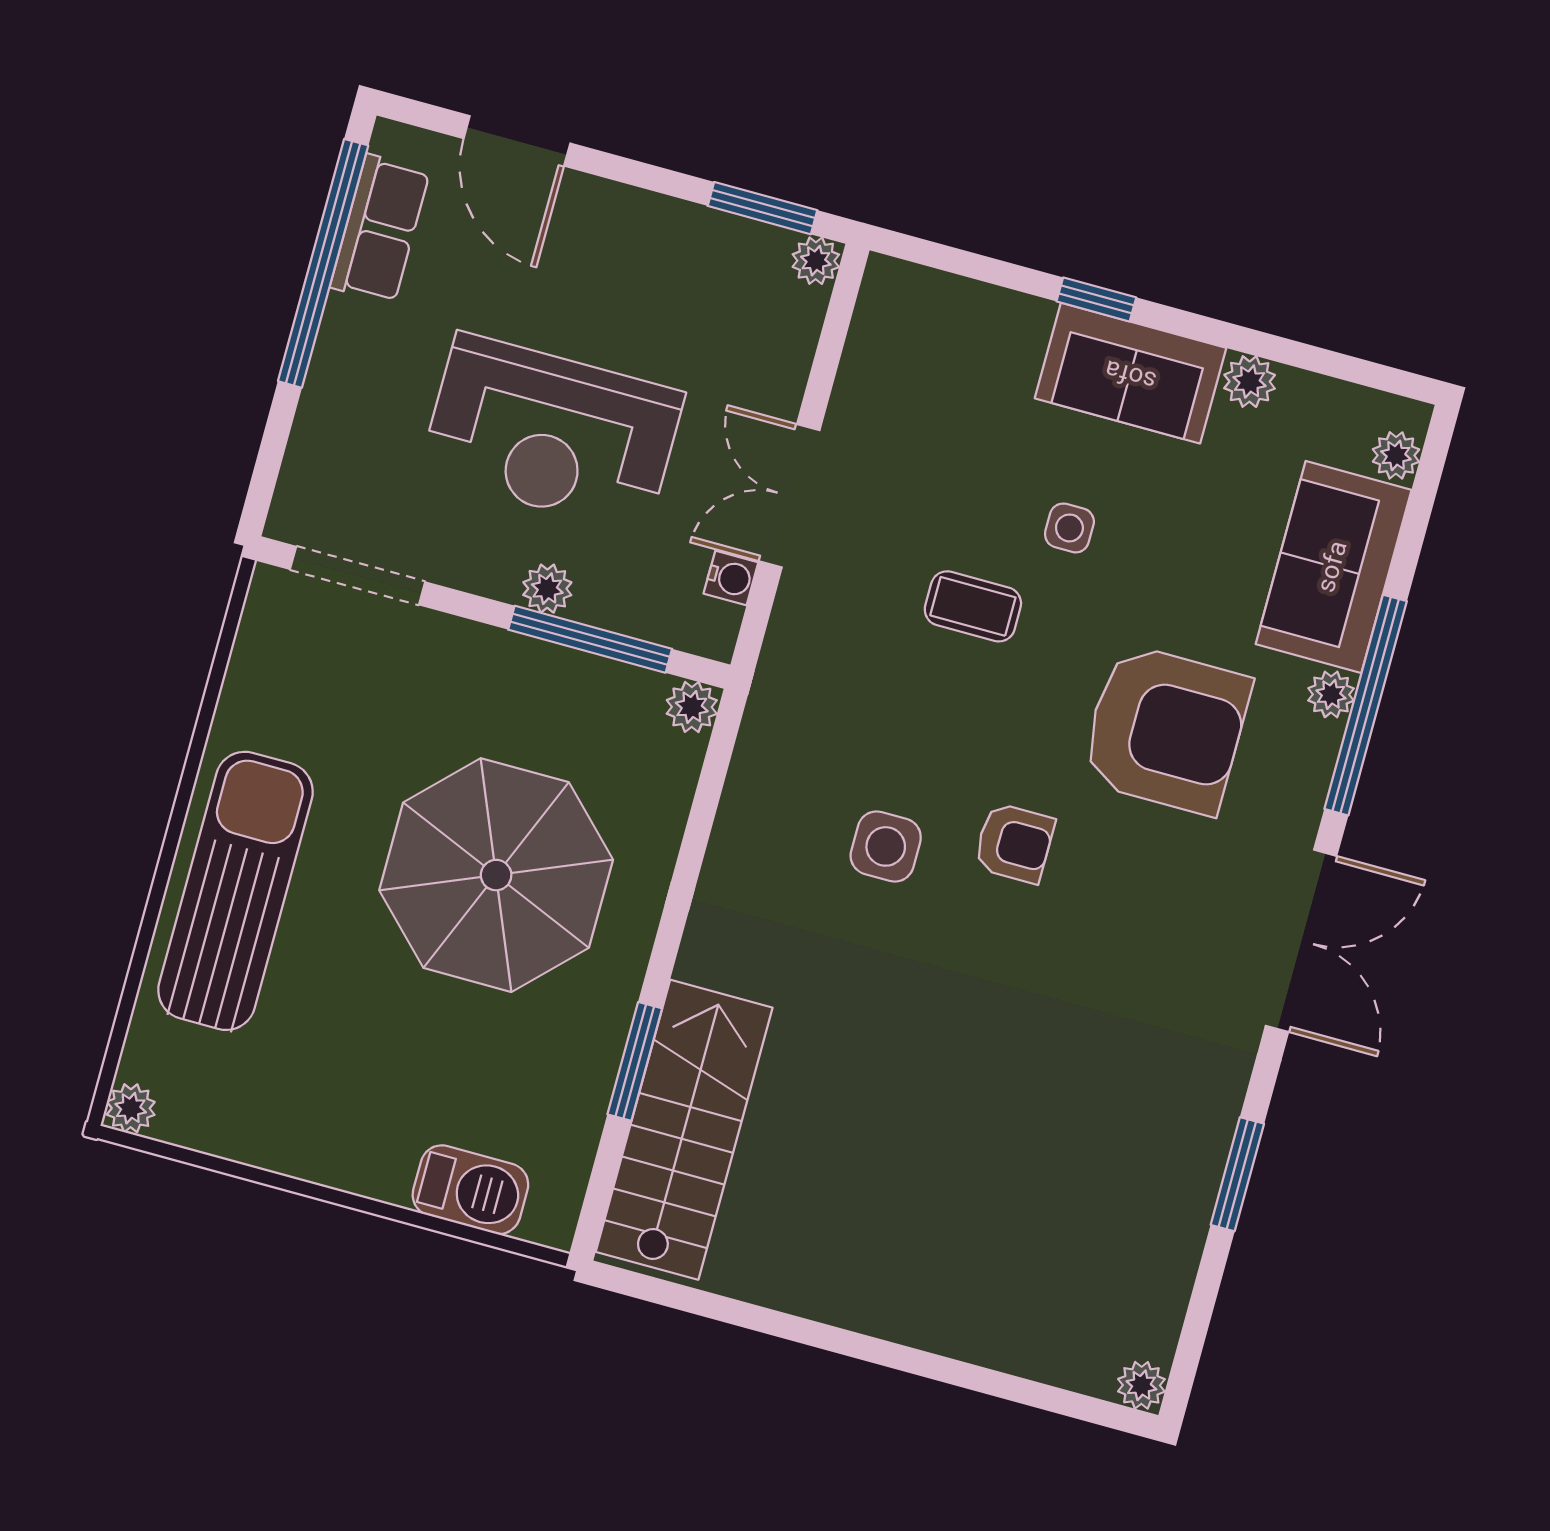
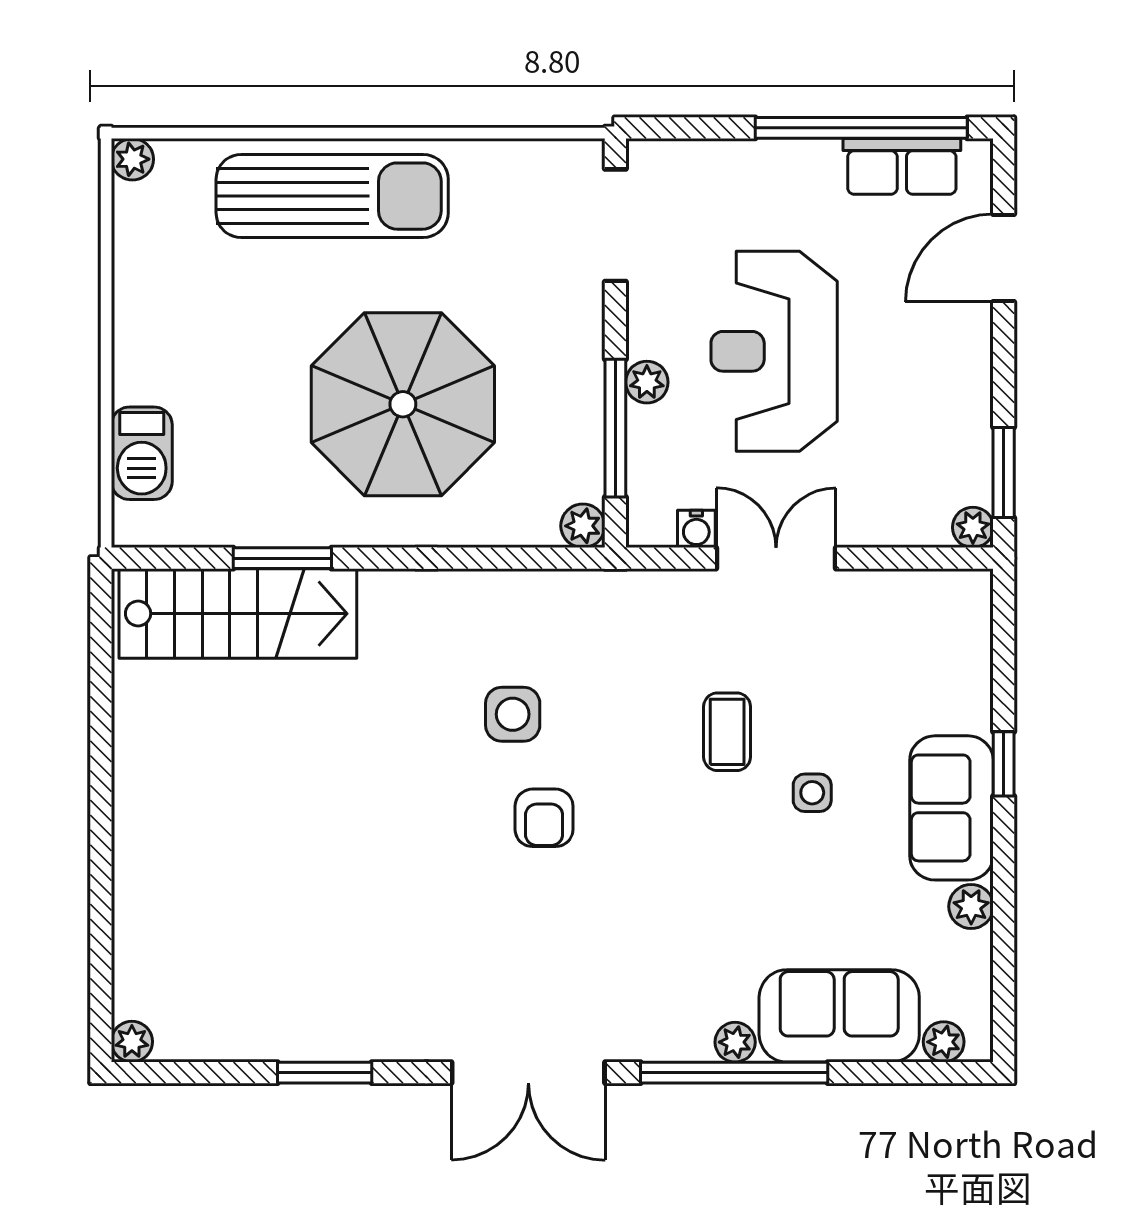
armchair: (1166, 729) -> (670, 916), removed

